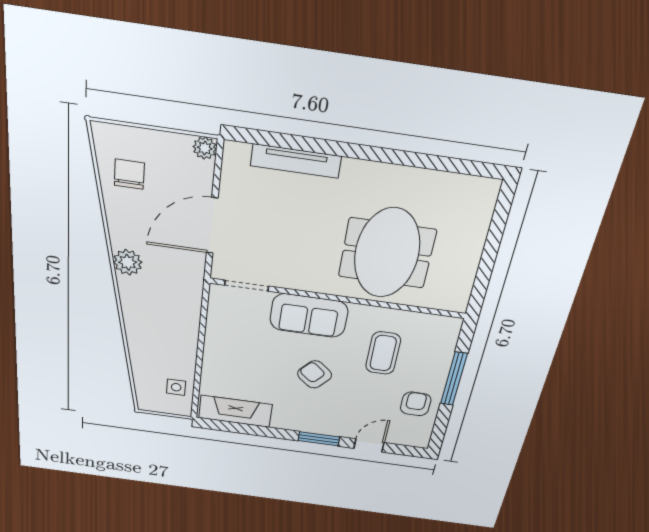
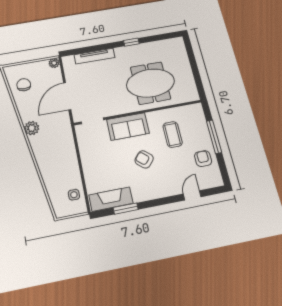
window: (387, 156) -> (131, 42), added
meeting table: (387, 253) -> (150, 83), turned 90
window: (319, 439) -> (126, 209), moved

